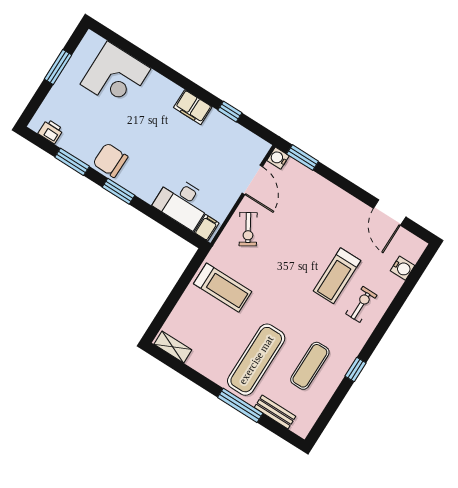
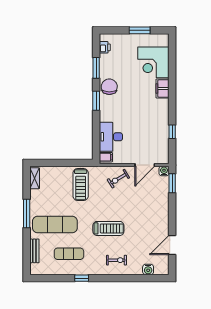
filing cabinet: (193, 107) -> (162, 88), moved
treadmill: (337, 276) -> (108, 228), moved, turned 180
window: (240, 405) -> (27, 214), moved

